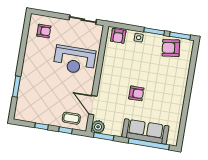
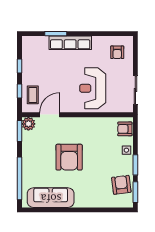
row of seats: (27, 74) -> (70, 43), added
armchair: (136, 93) -> (69, 157), width x1.88, depth x1.88
sofa: (145, 132) -> (51, 198), moved, turned -90

